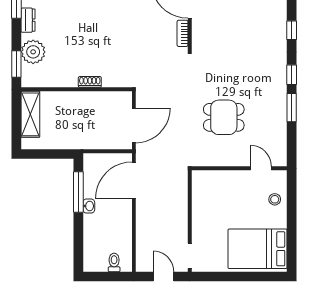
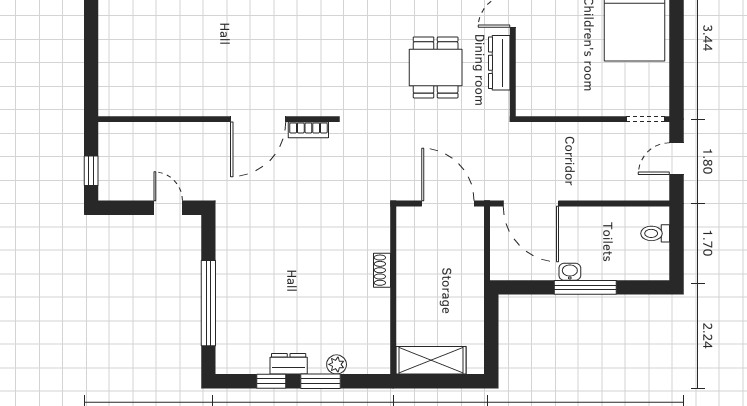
plant: (33, 52) -> (337, 364), width x0.53, depth x0.53
window: (16, 64) -> (321, 381), moved
dresser: (227, 159) -> (499, 63), added
window: (78, 192) -> (585, 287), moved

